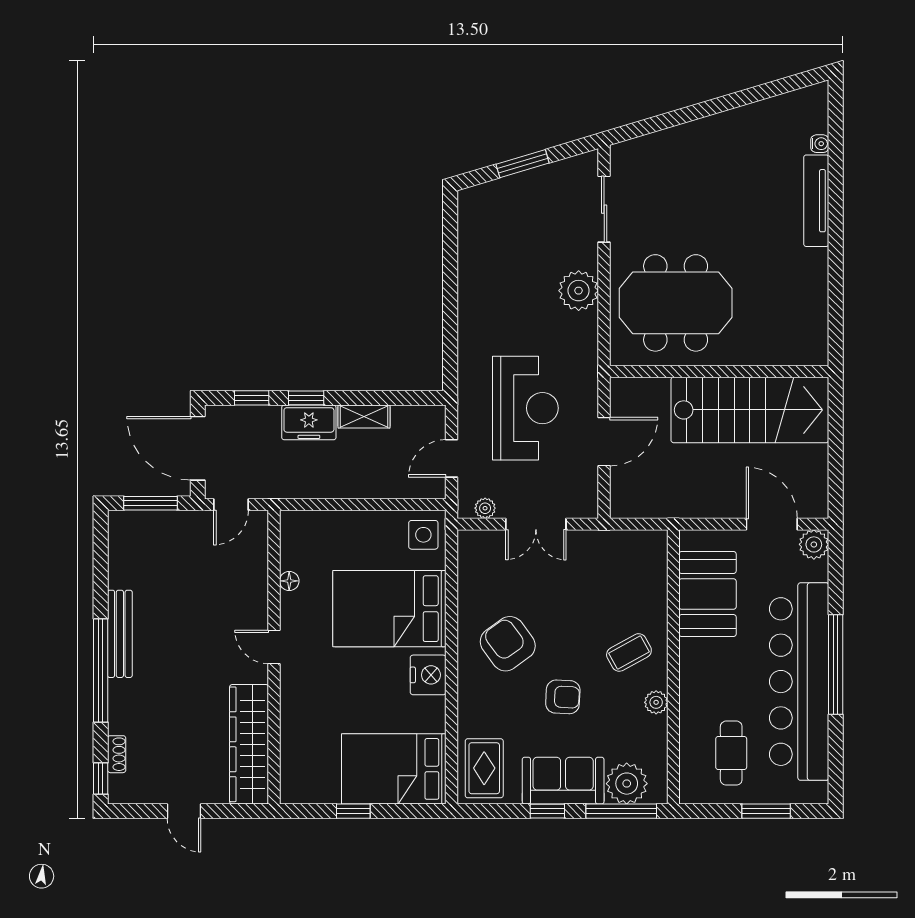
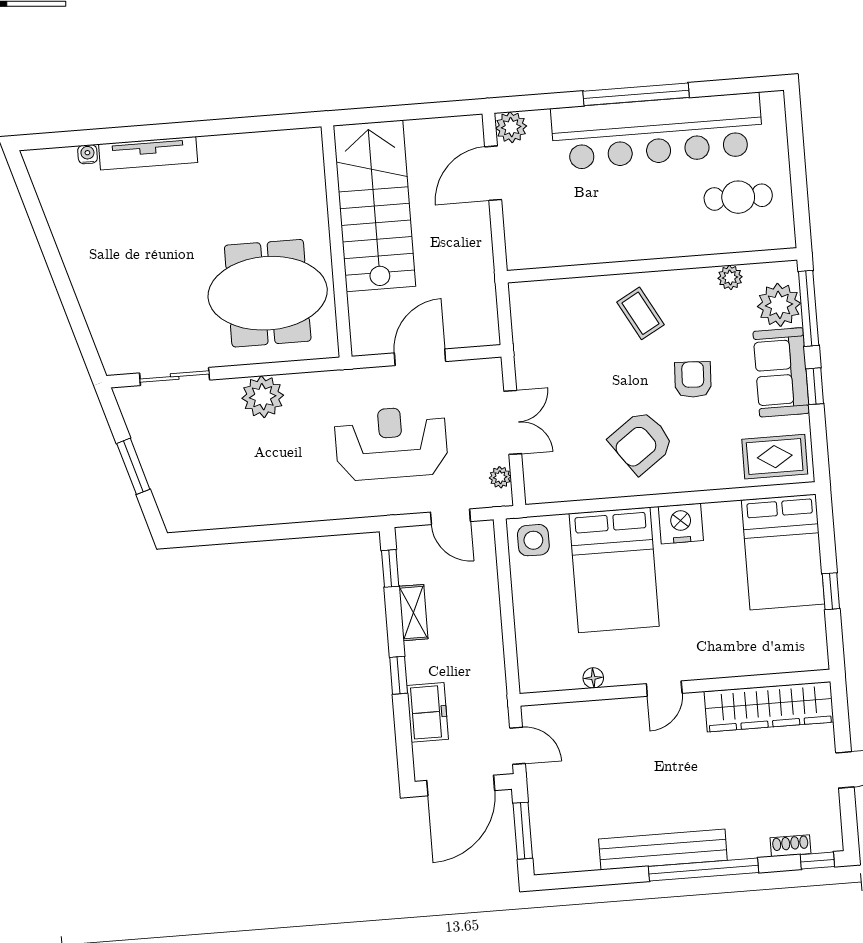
meeting table: (676, 303) -> (268, 293), turned 90
window: (252, 398) -> (390, 568), moved
freezer: (309, 422) -> (428, 712), moved
door: (604, 442) -> (420, 357), hinge flipped
booth: (708, 594) -> (572, 235), removed
bench: (120, 634) -> (663, 850), width x1.37, depth x1.21
plant: (656, 702) -> (730, 278), moved
window: (766, 811) -> (797, 155), removed

